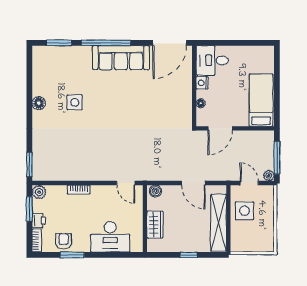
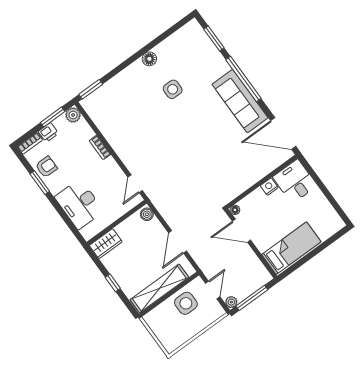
floor lamp: (201, 103) -> (235, 210), moved
wardrobe: (155, 225) -> (106, 244), moved

